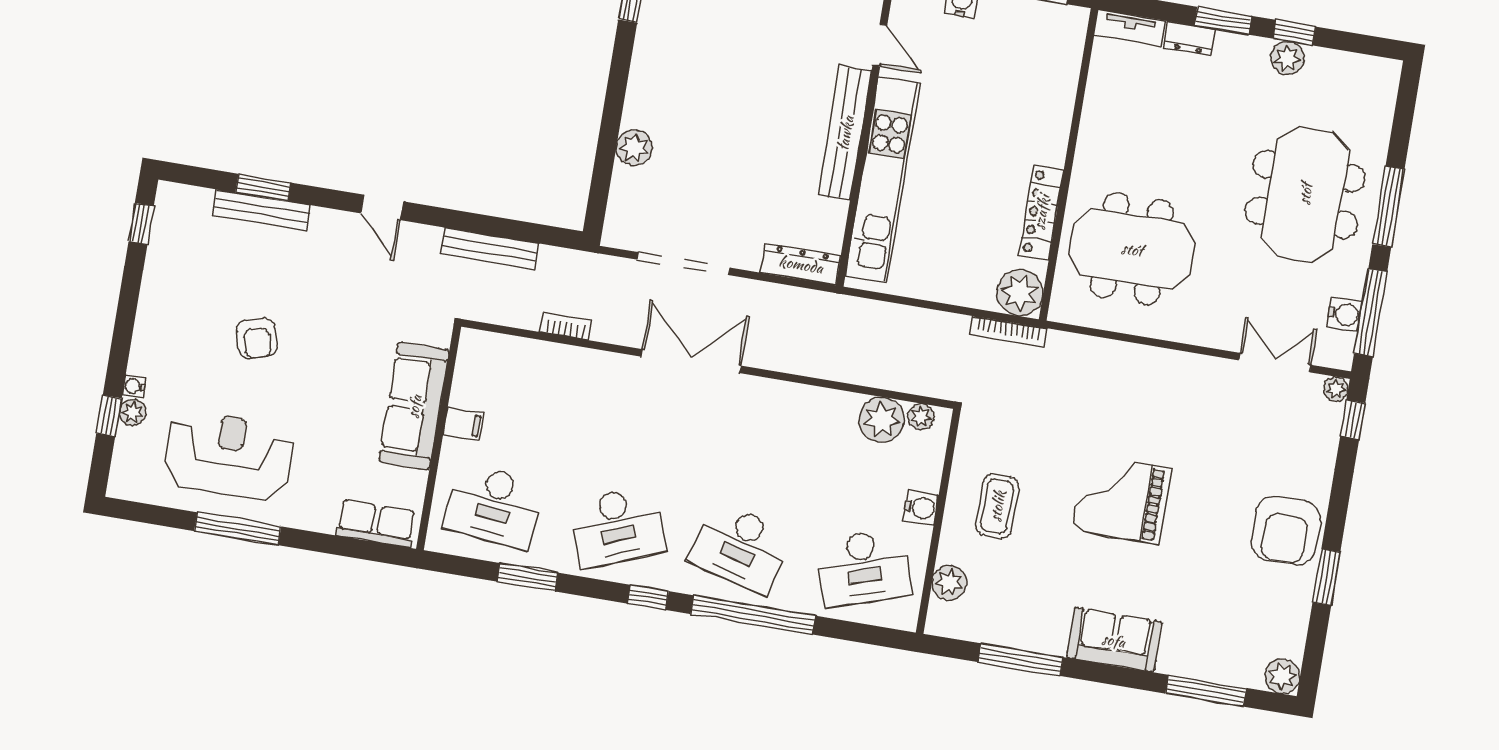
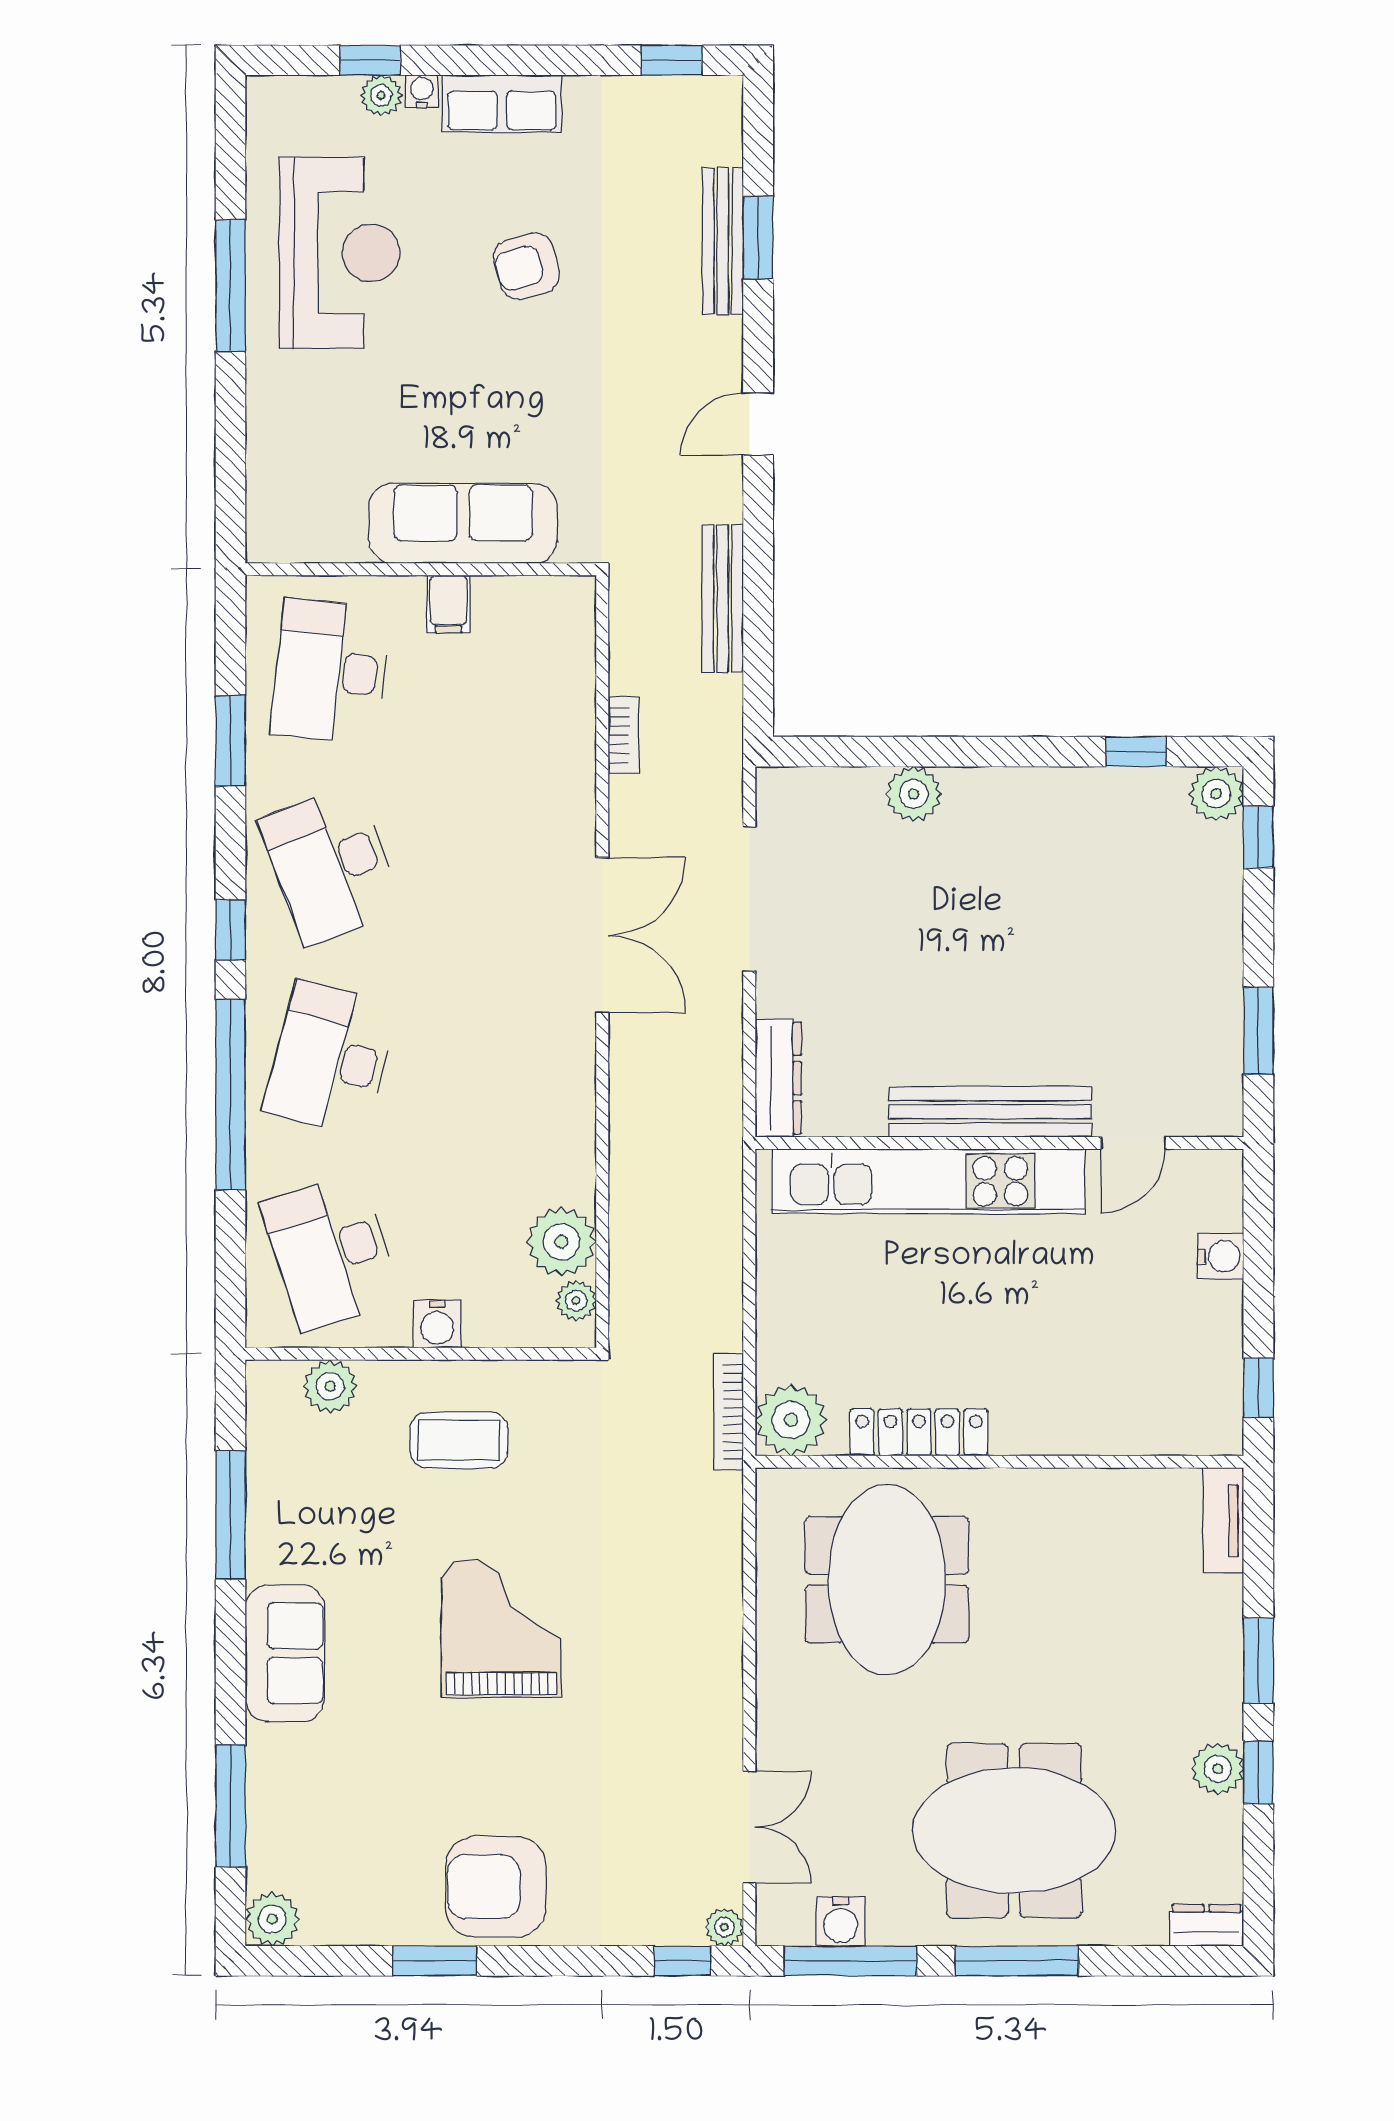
dresser: (1189, 38) -> (1207, 1925), moved, turned 90
row of seats: (376, 523) -> (502, 104), moved, turned 90

